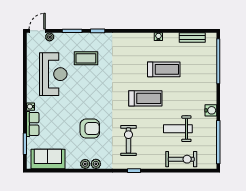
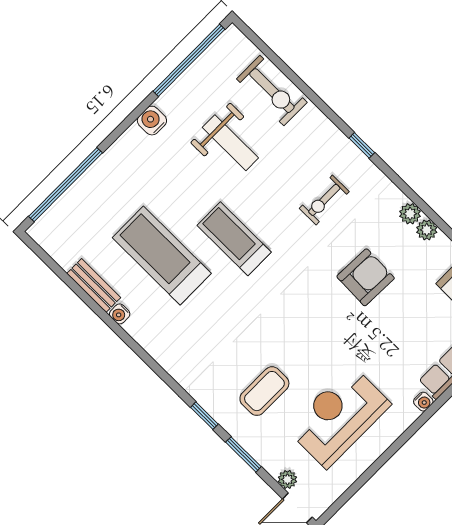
bench: (192, 37) -> (94, 286), moved
coffee table: (86, 58) -> (264, 391), turned 90
treadmill: (164, 69) -> (162, 256), width x1.37, depth x1.38
armchair: (90, 129) -> (366, 277), turned 92
exercise bike: (128, 140) -> (324, 200), width x0.73, depth x0.72
exercise bike: (181, 159) -> (272, 91), turned 180

